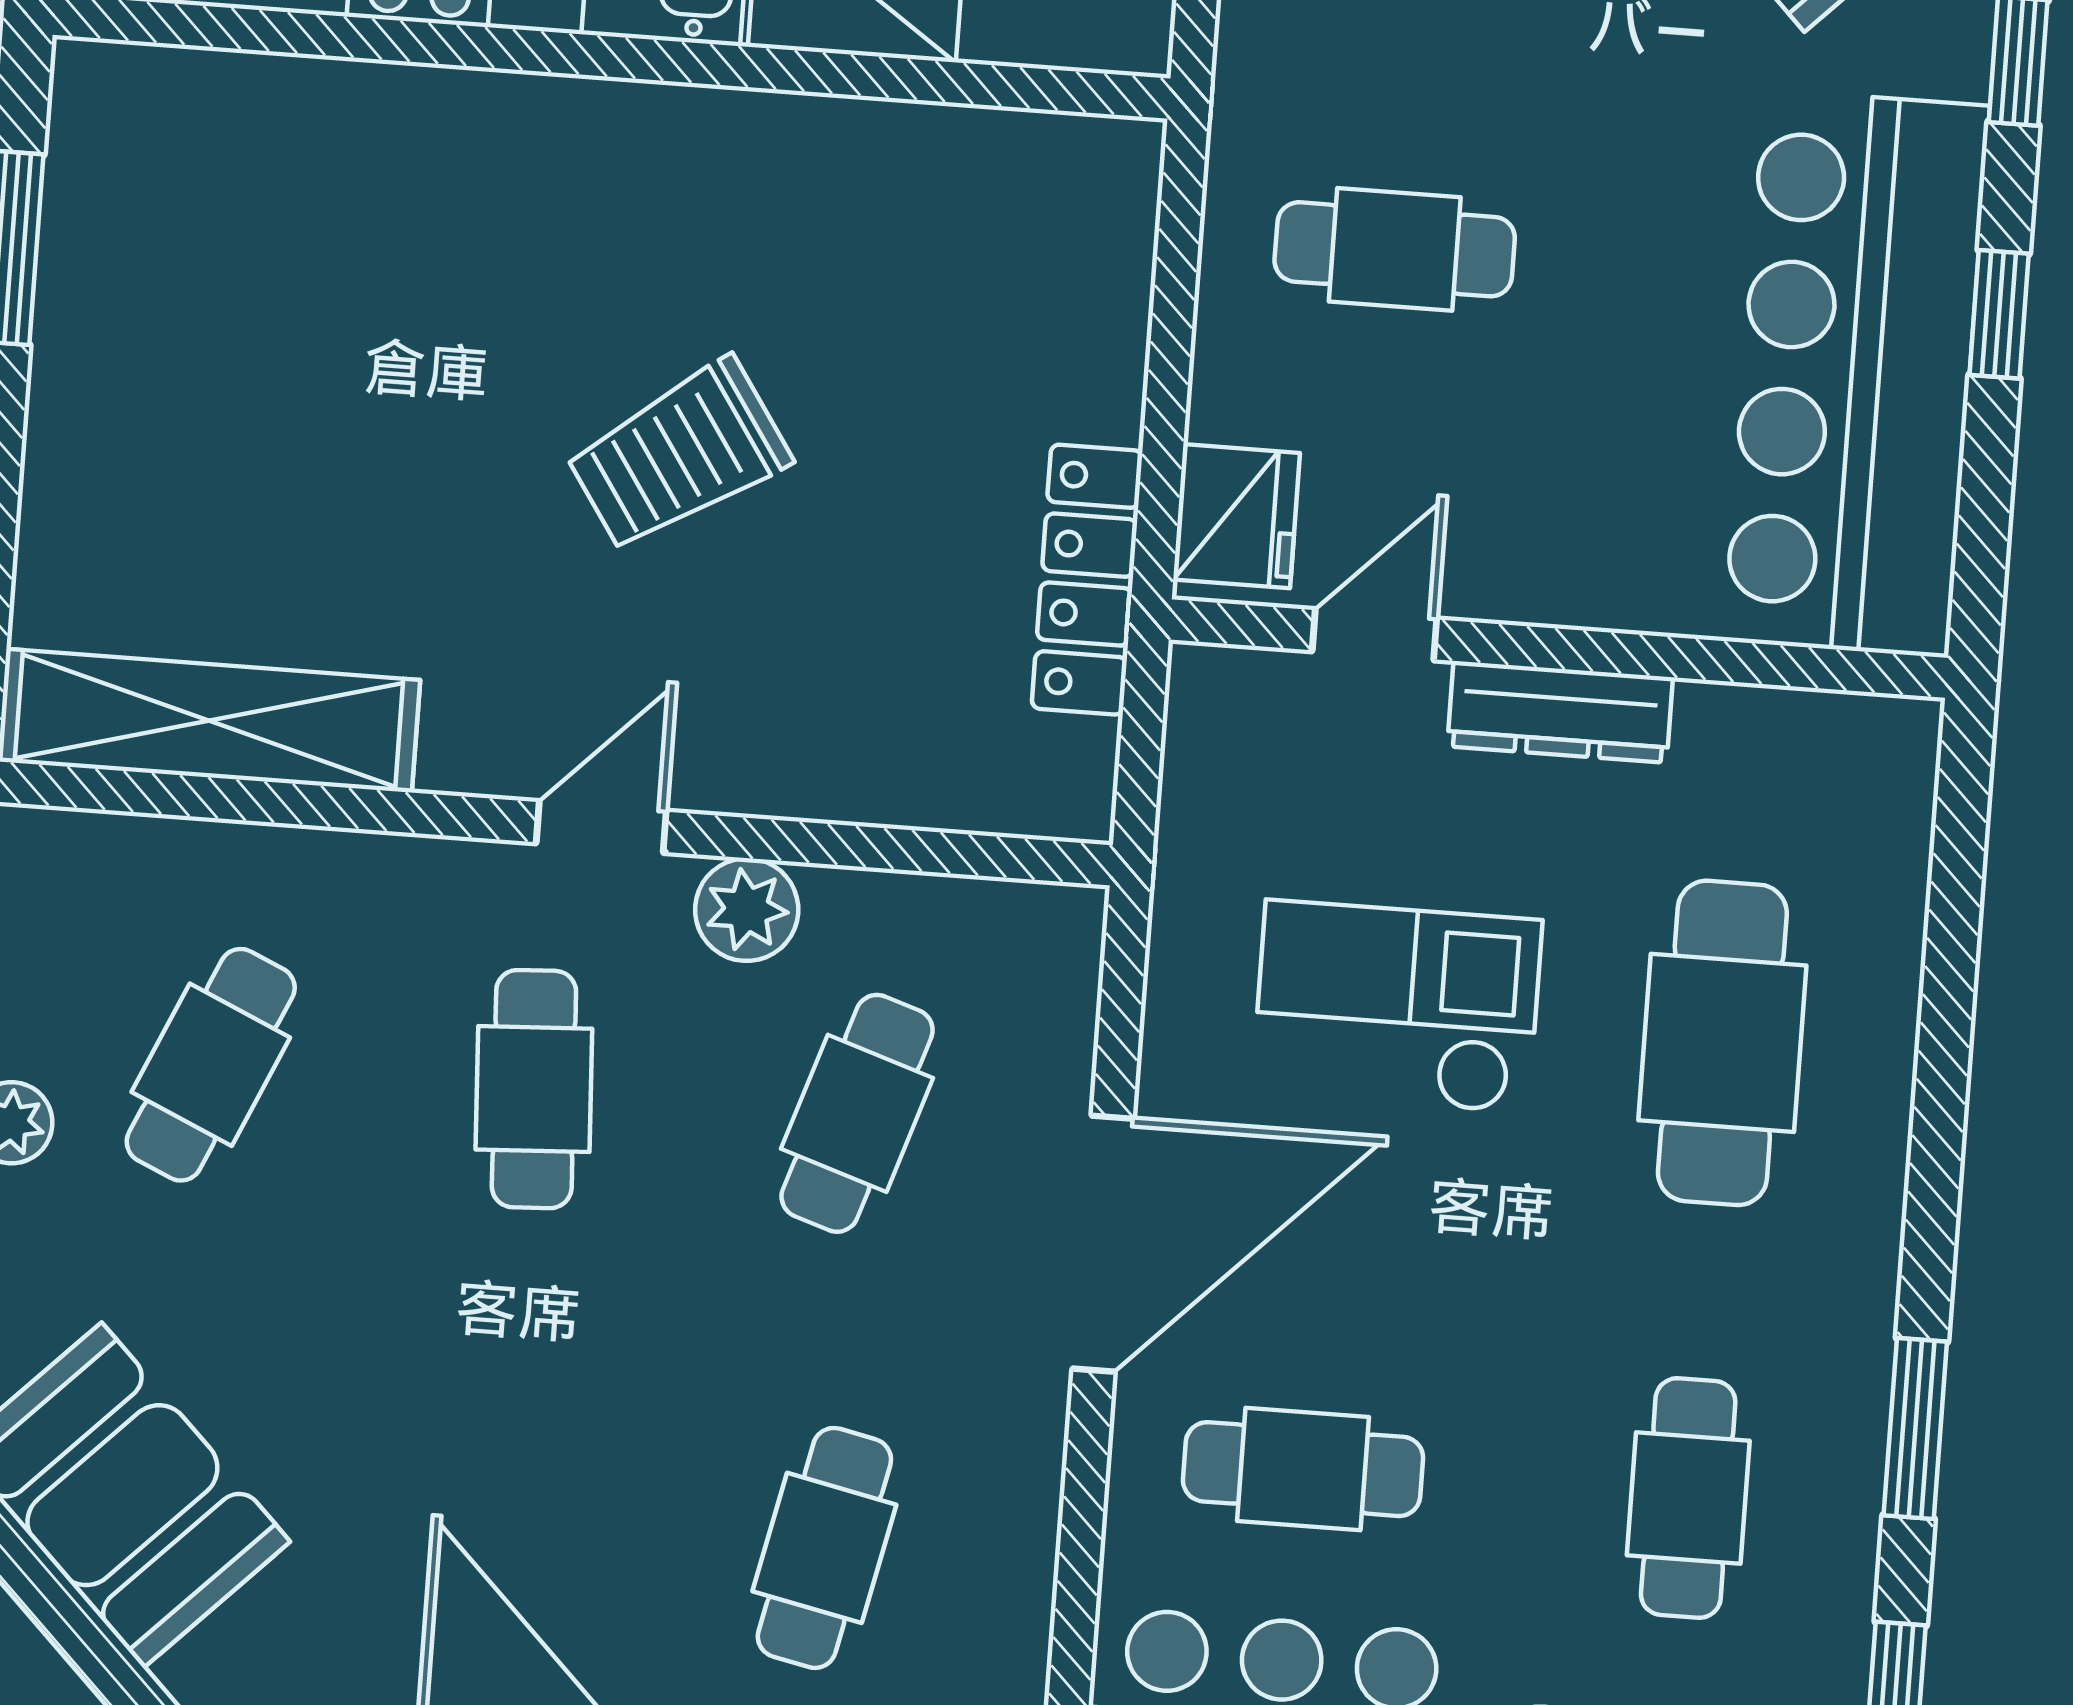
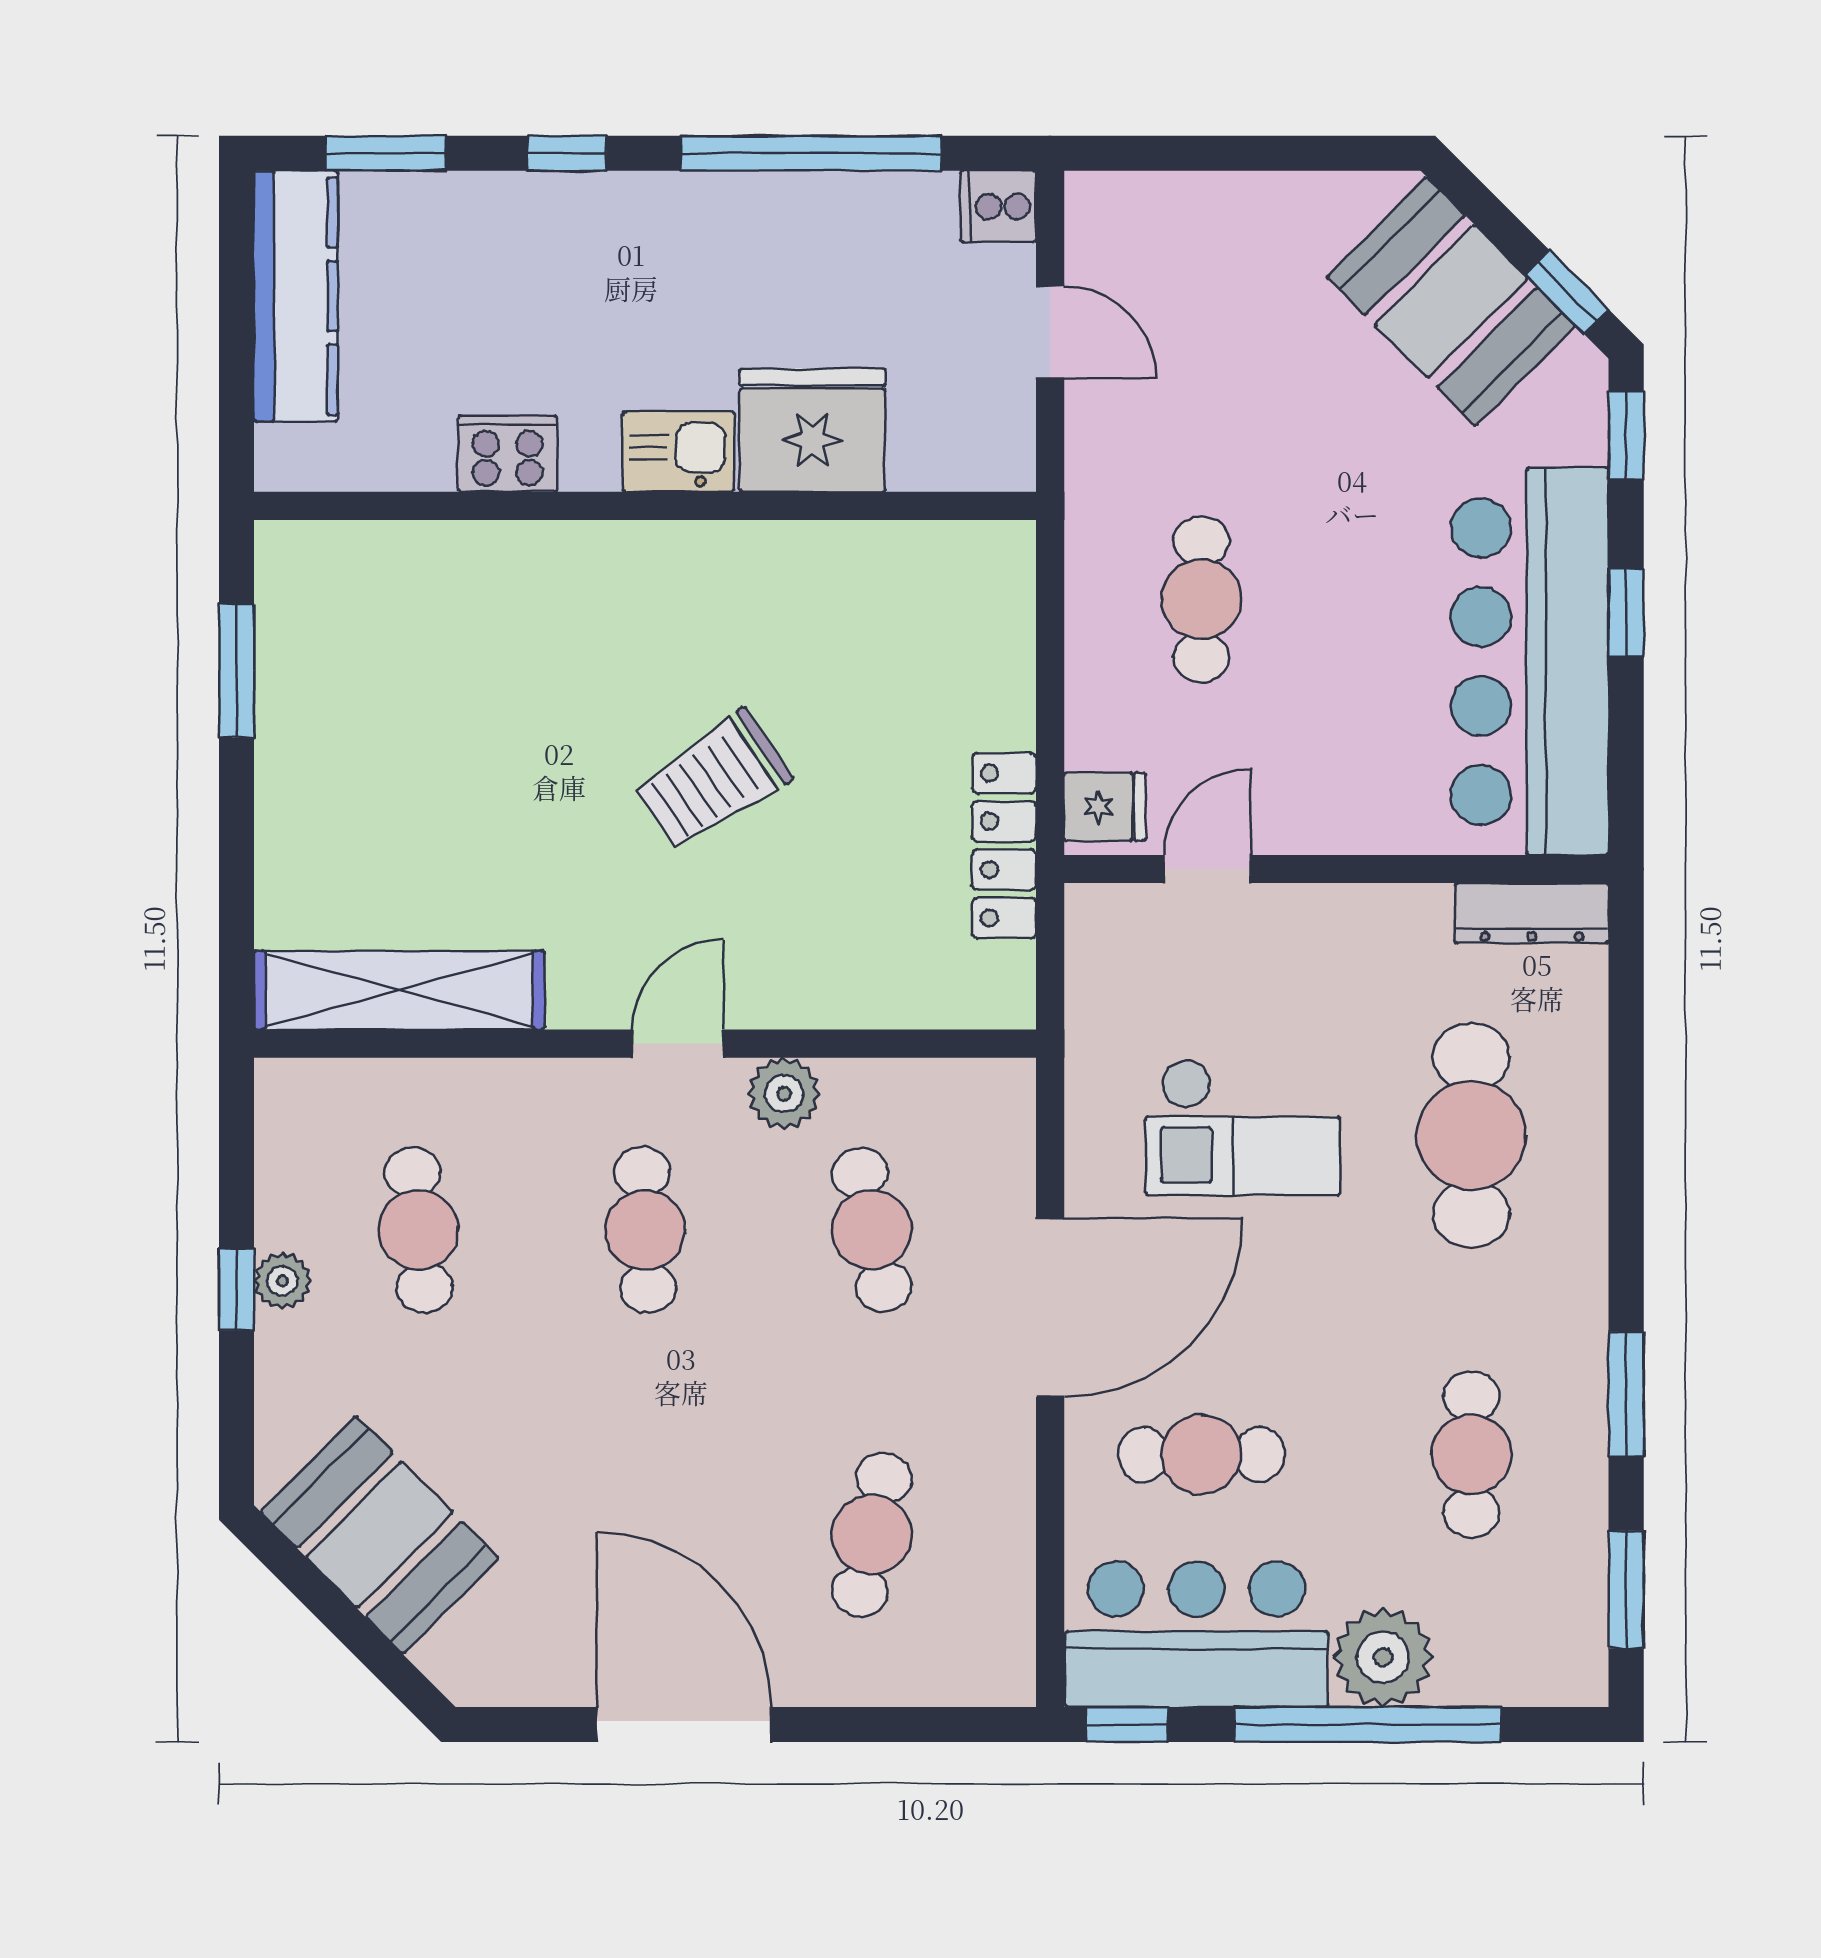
cafe table: (1395, 249) -> (1201, 599), turned 90
fridge: (1236, 516) -> (1105, 807), width x0.72
dresser: (1560, 712) -> (1532, 913), moved
checkout: (1397, 1007) -> (1243, 1127), turned 180
cafe table: (211, 1065) -> (418, 1230), turned -30
cafe table: (857, 1113) -> (872, 1230), turned -30

